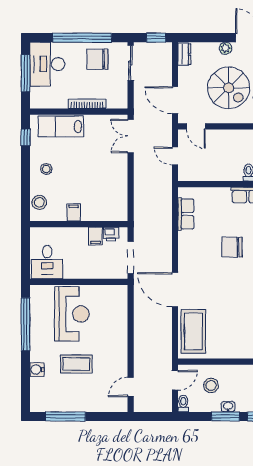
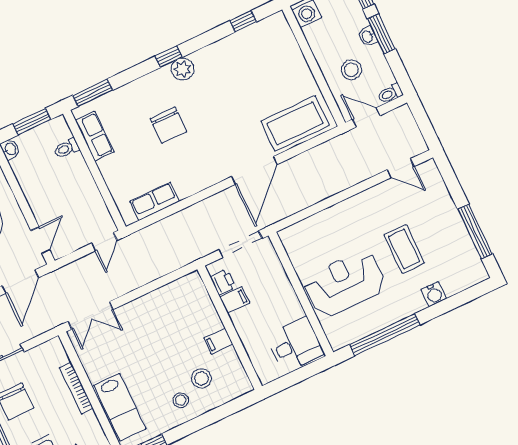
door: (175, 156) -> (104, 242), moved
stool: (39, 202) -> (201, 378), moved

